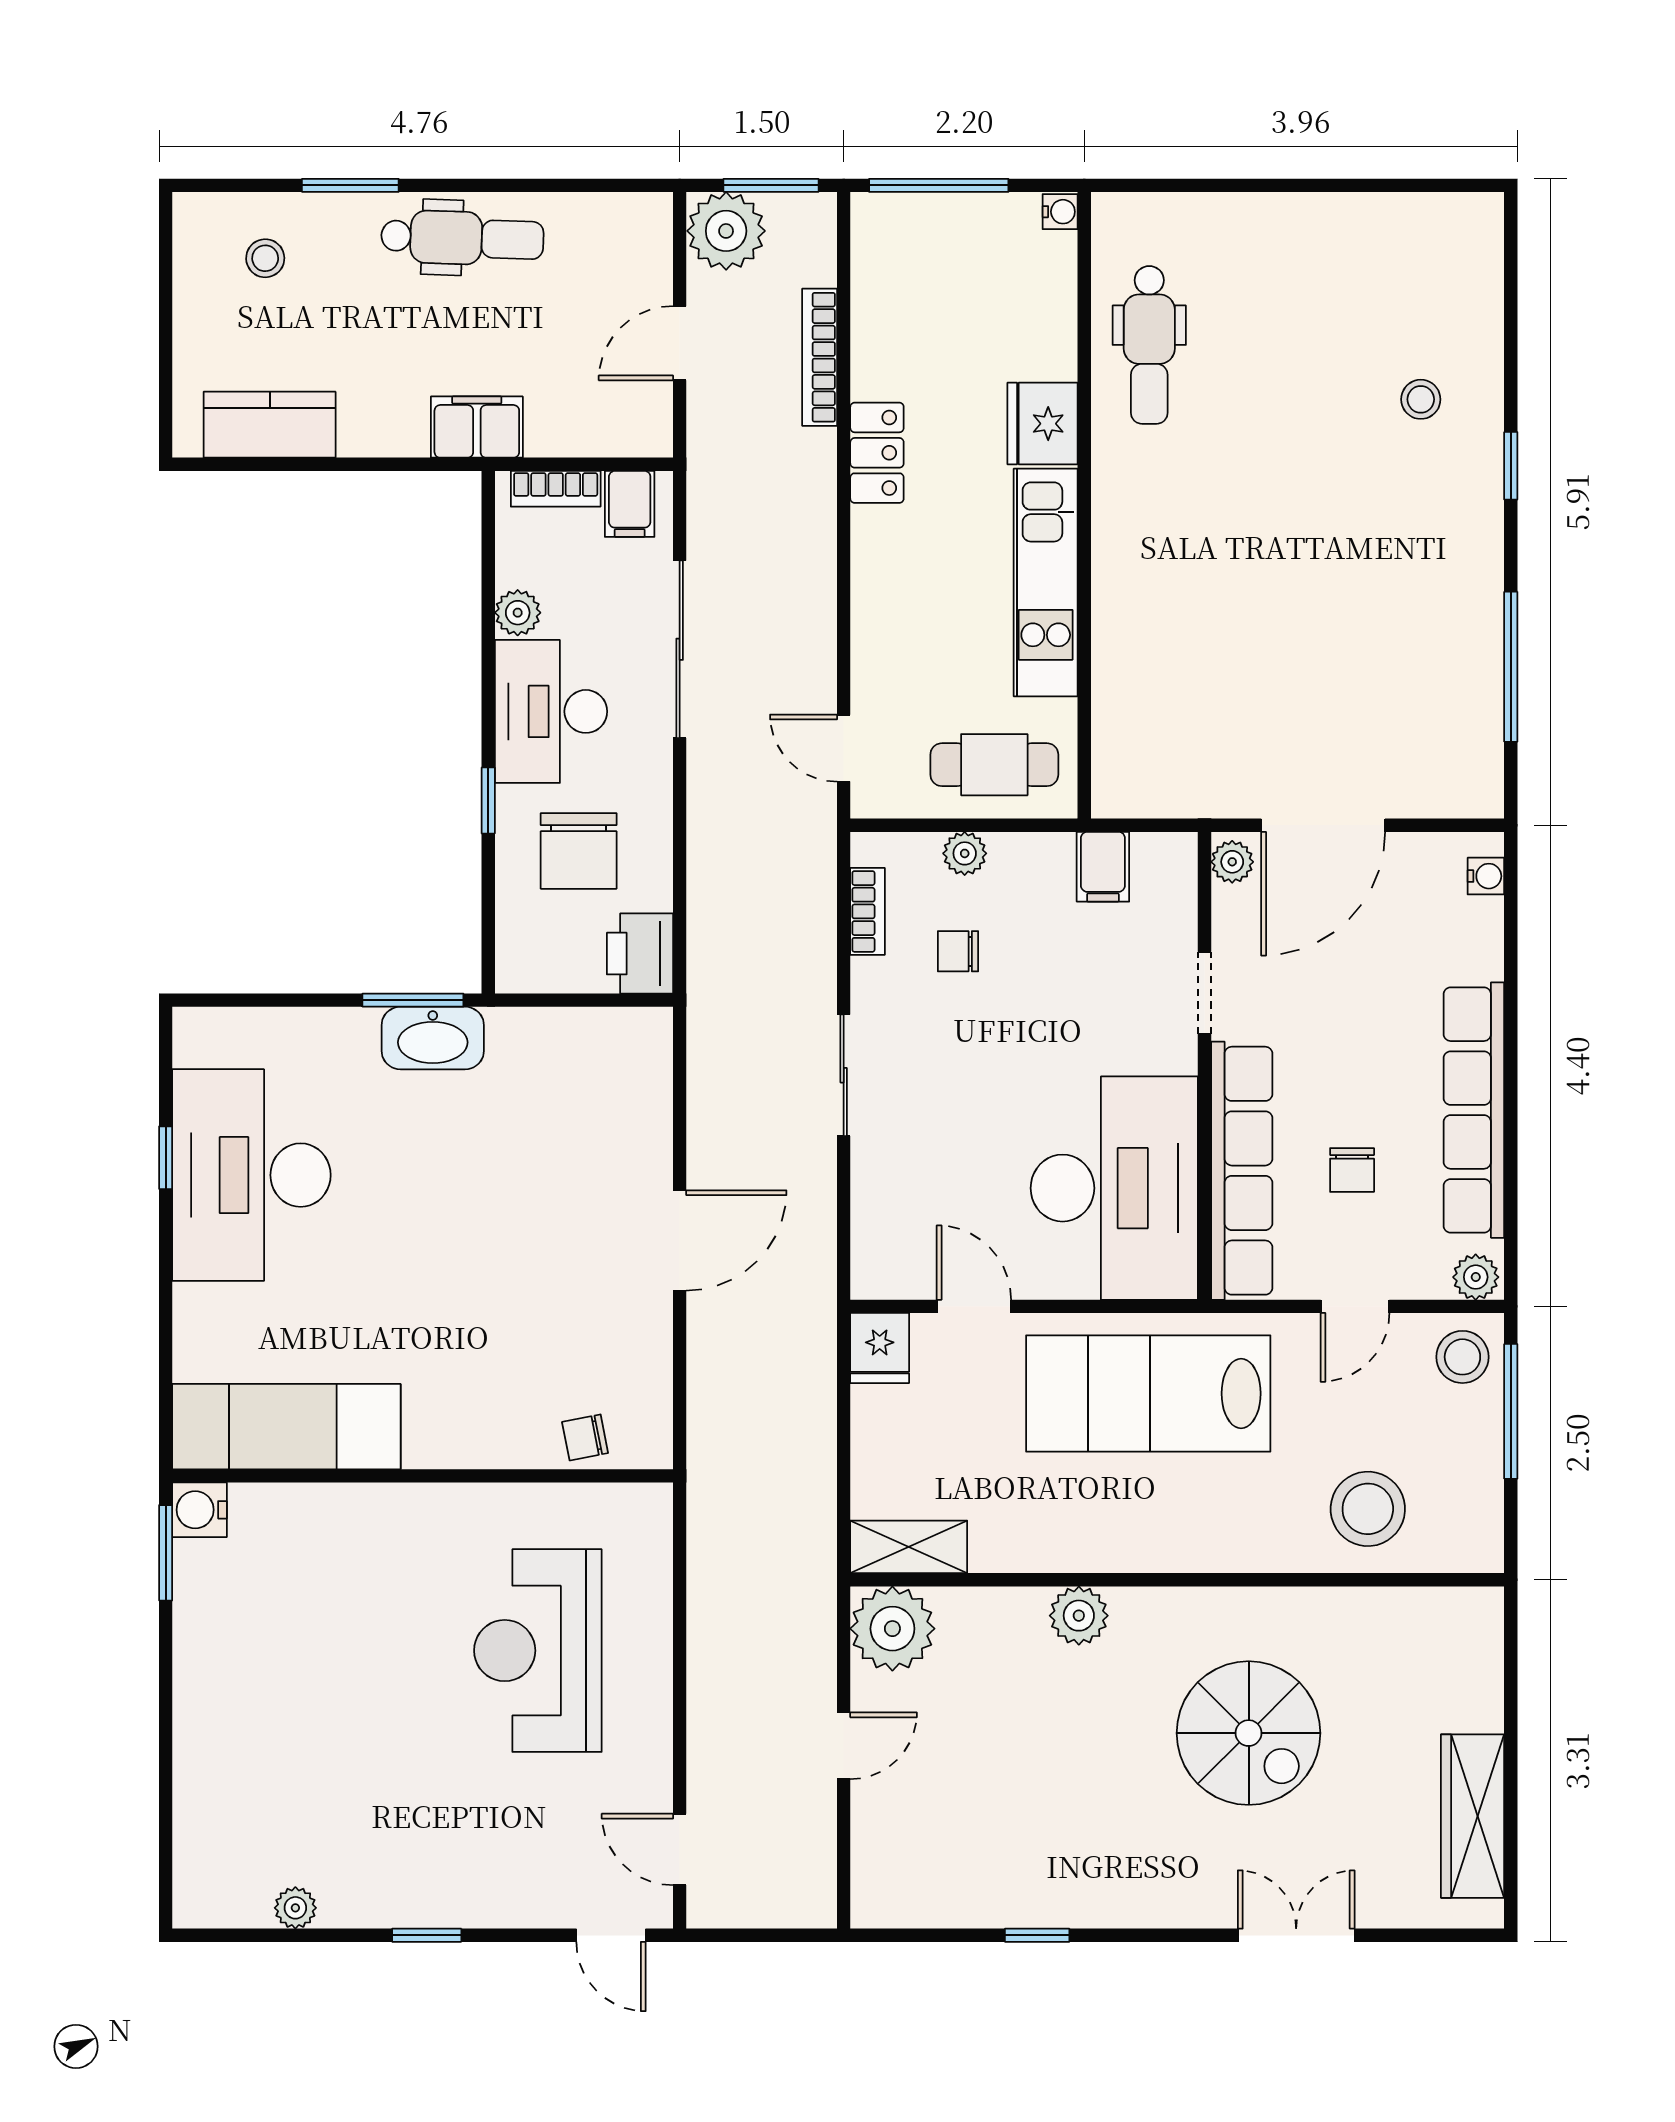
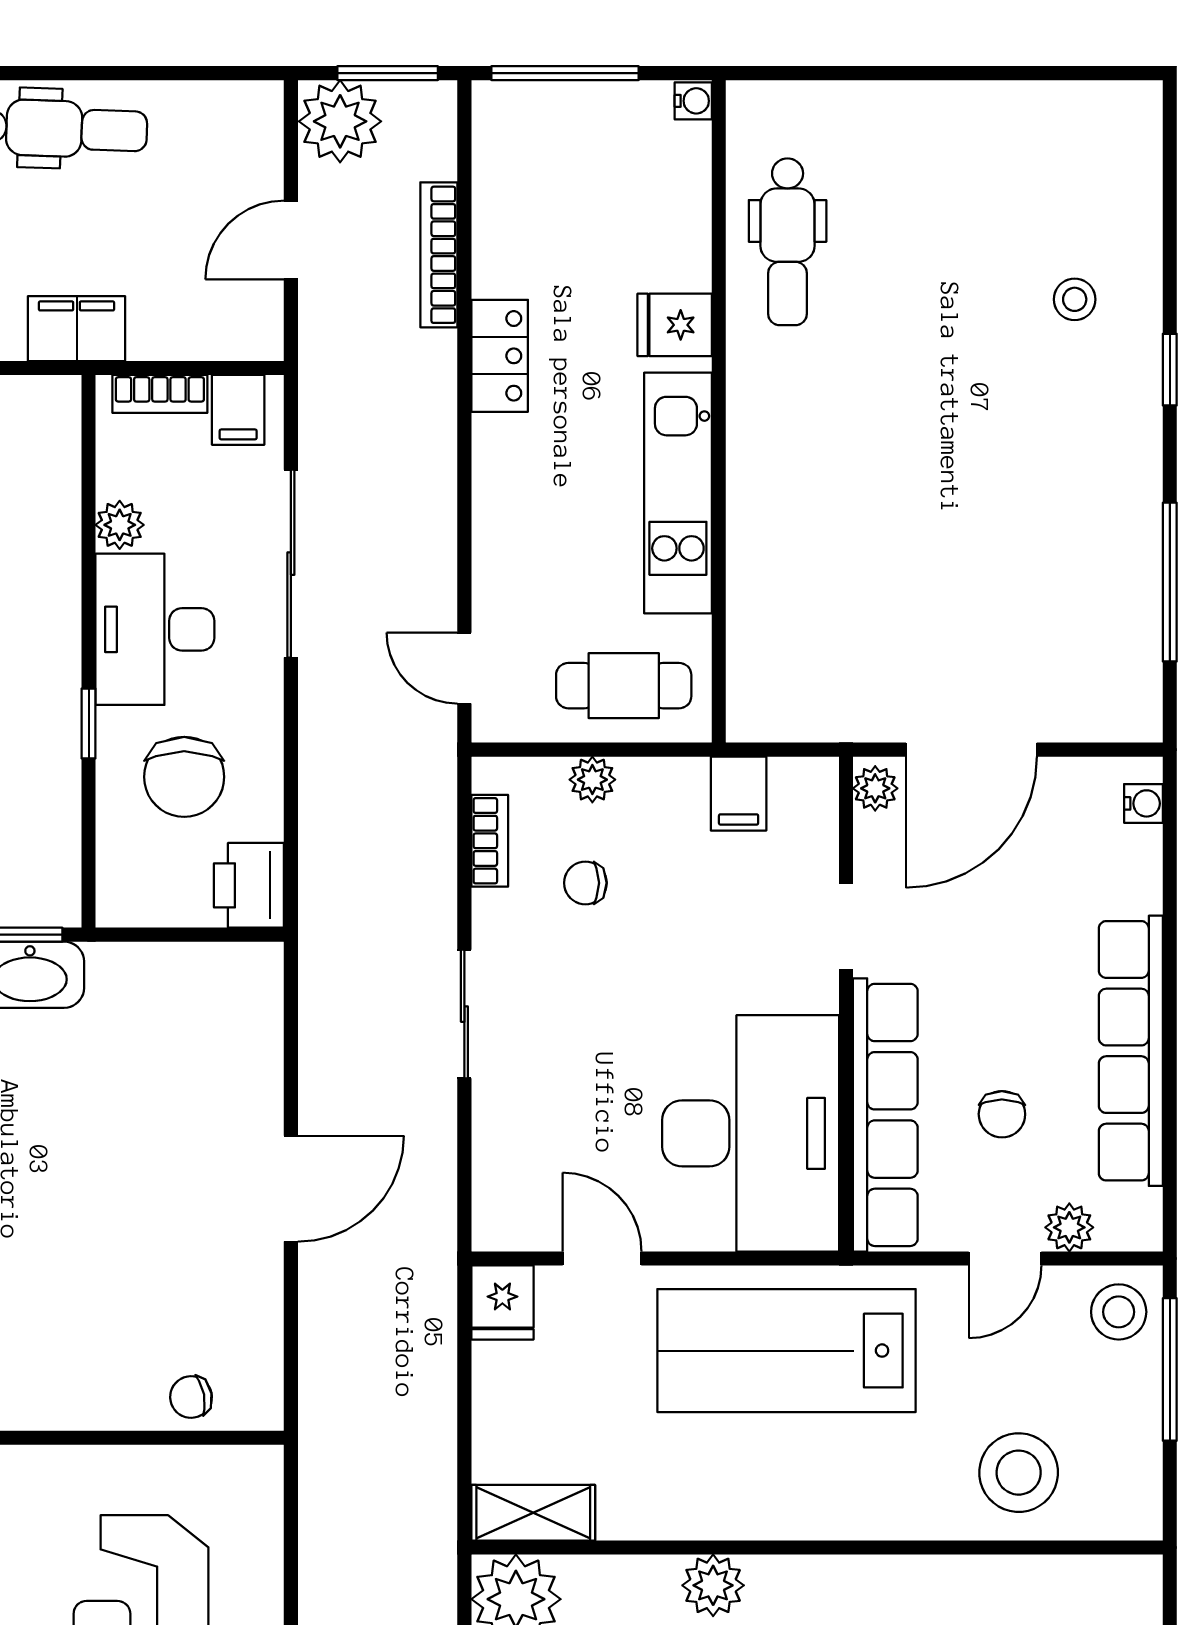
fridge: (1043, 424) -> (675, 325), width x0.72
plant: (1476, 1277) -> (1069, 1227), moved

